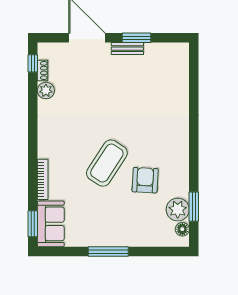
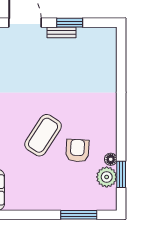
floor lamp: (182, 229) -> (111, 159), moved
window: (108, 251) -> (79, 215), moved

